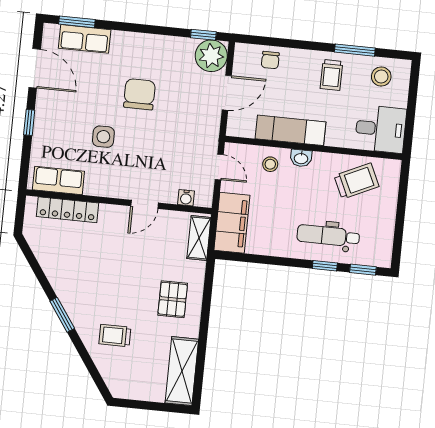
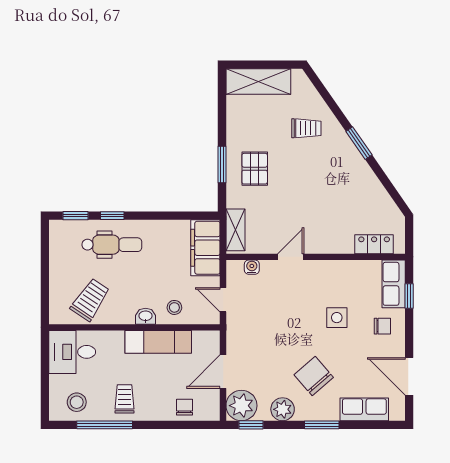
window: (77, 22) -> (322, 425), moved
plant: (169, 48) -> (283, 409), added
window: (355, 50) -> (105, 425), width x1.44
chair: (139, 94) -> (314, 376), moved, turned 139
window: (29, 122) -> (409, 296), moved
chair: (57, 123) -> (382, 326), added
row of seats: (58, 180) -> (394, 284), moved, turned 90
trolley: (357, 181) -> (90, 300), turned 149
locker: (68, 210) -> (374, 244), width x0.66
window: (206, 307) -> (222, 165), added
shelving: (182, 371) -> (258, 82), moved, turned 90

